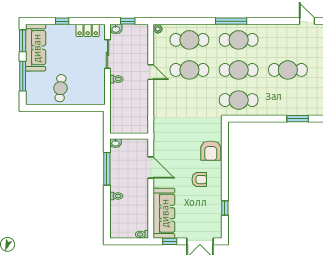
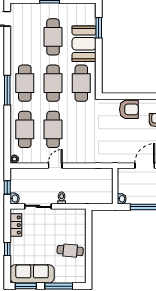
booth: (281, 103) -> (84, 44), added

